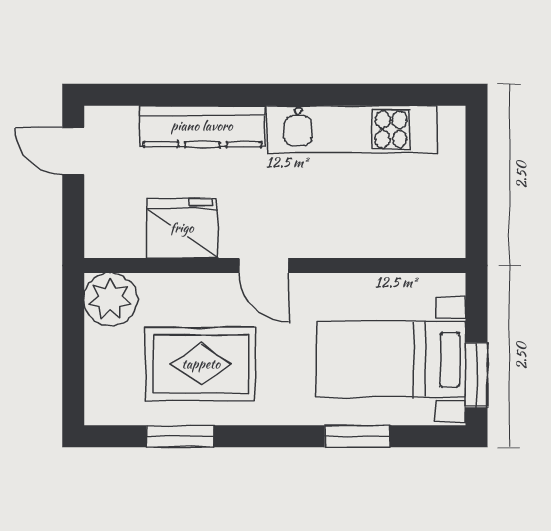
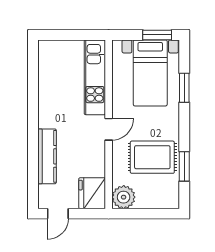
kitchen unit: (352, 129) -> (95, 77), moved, turned 180
fridge: (182, 228) -> (92, 193), moved
rug: (201, 364) -> (152, 157), turned 90

